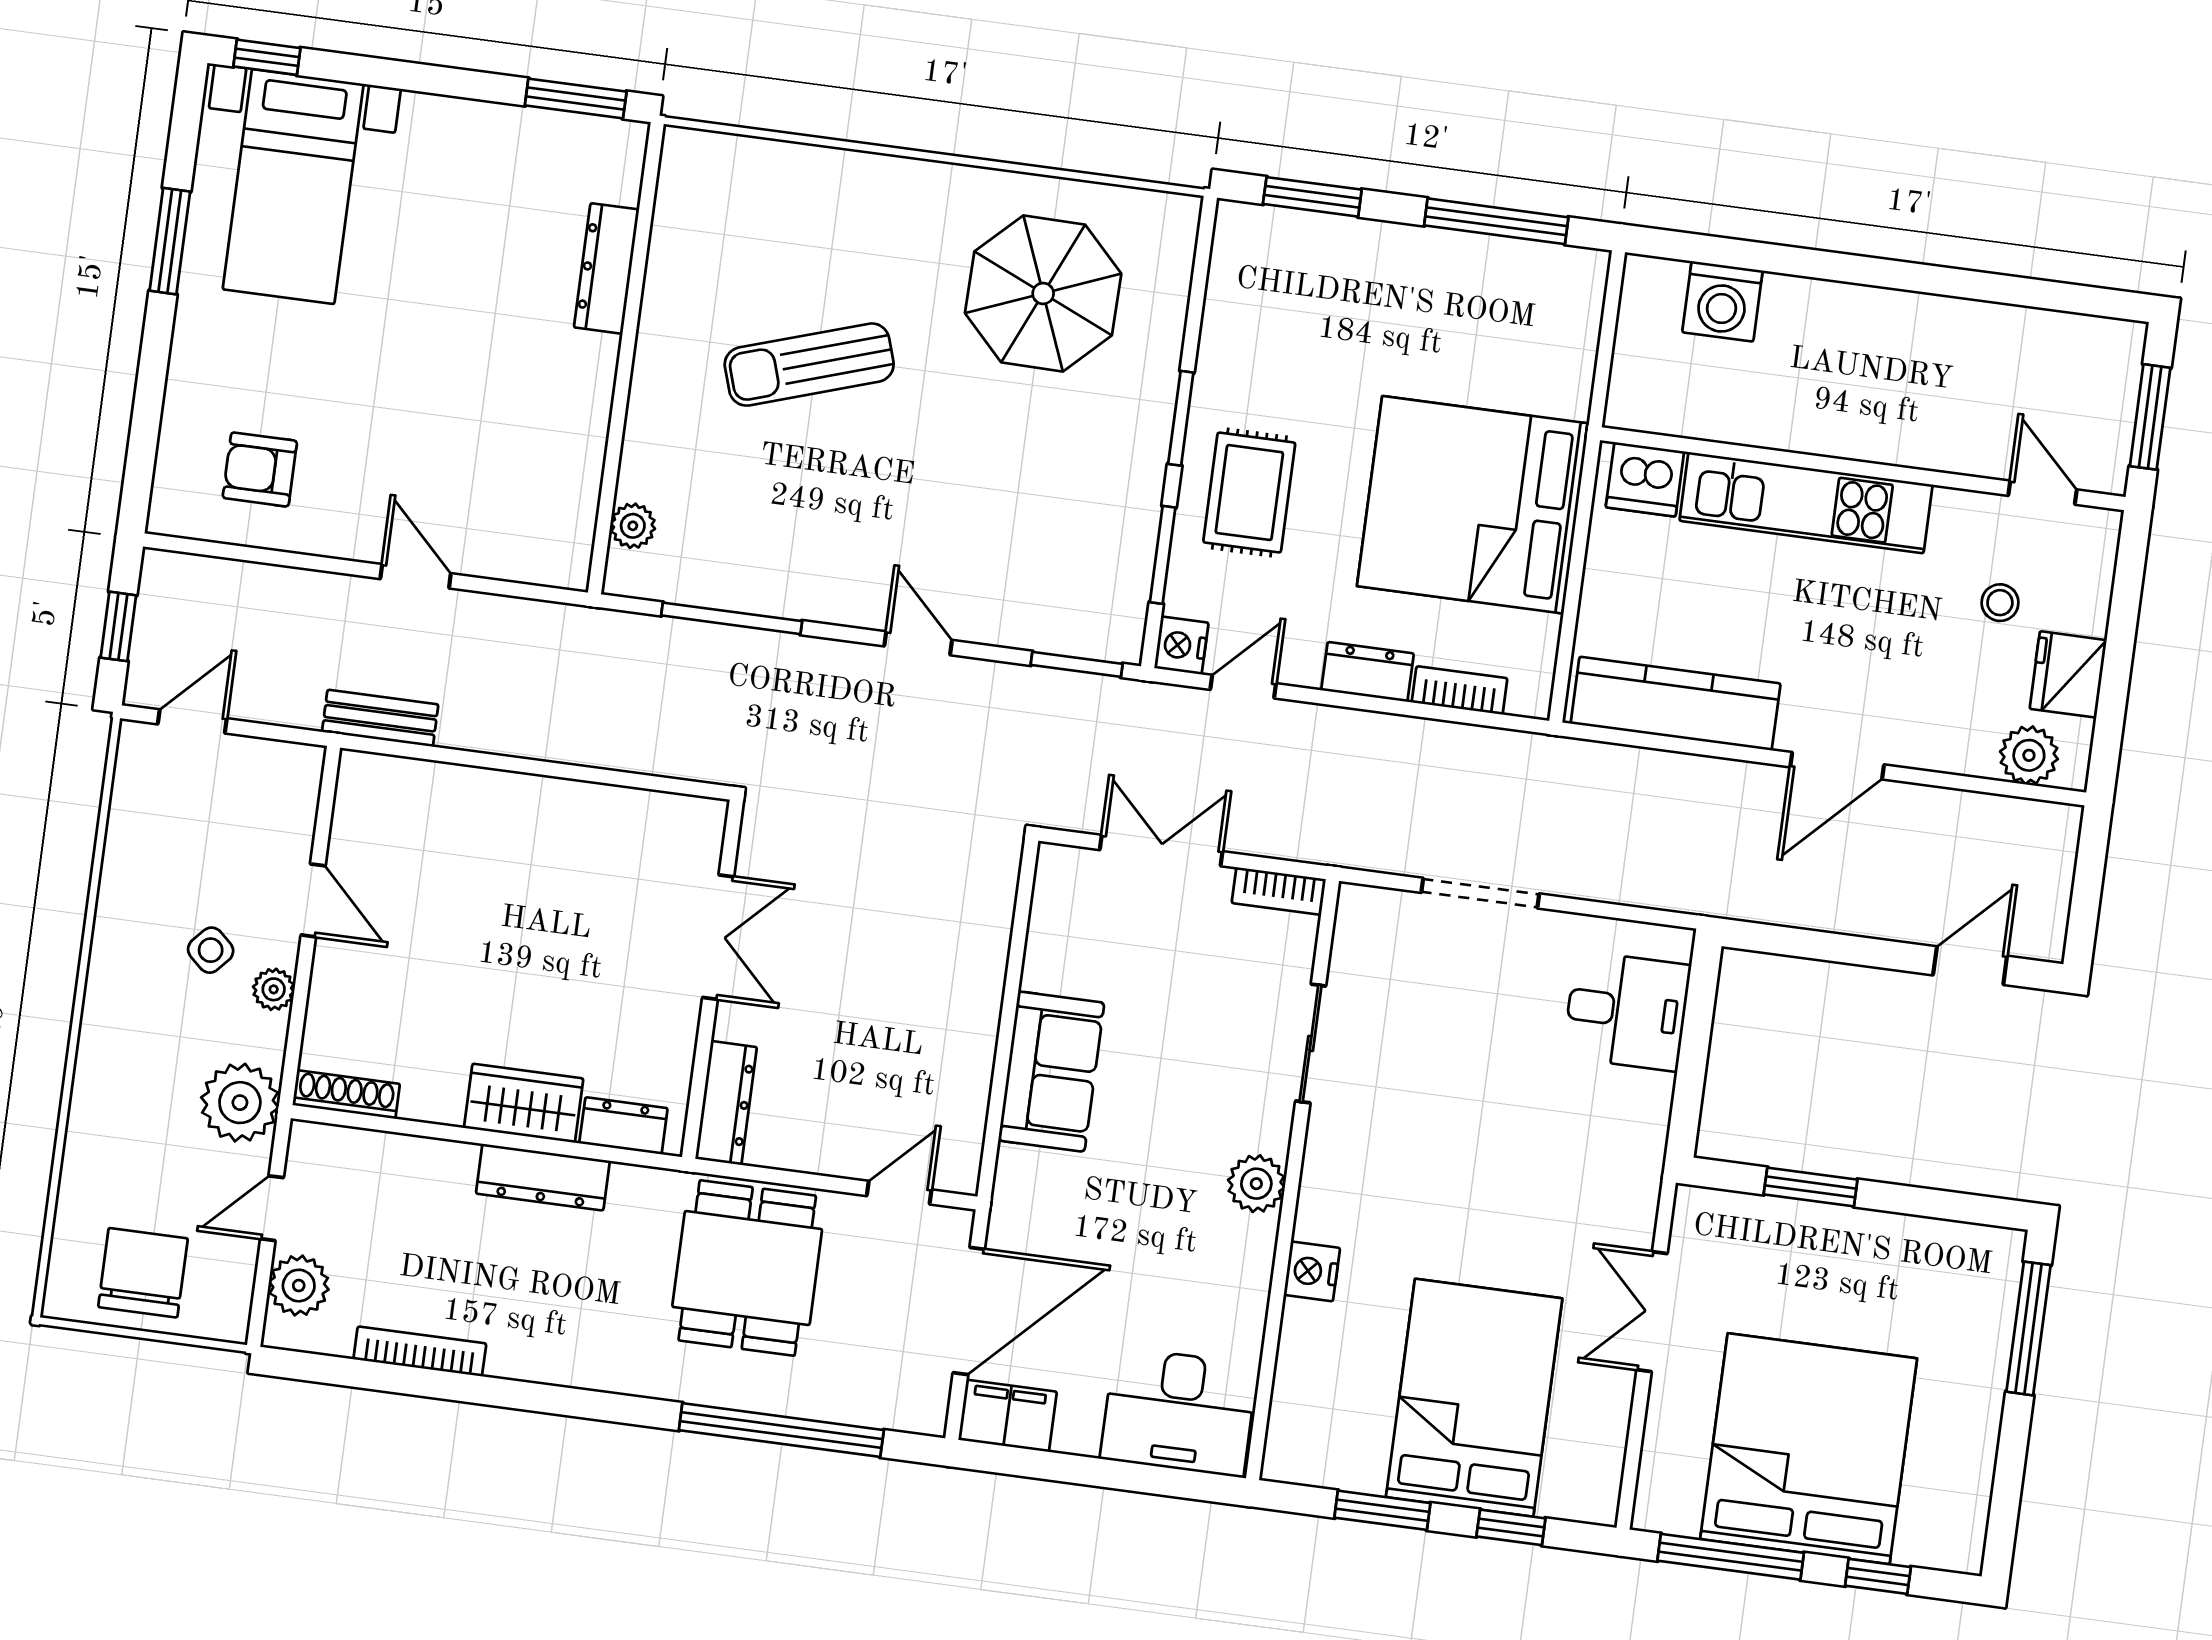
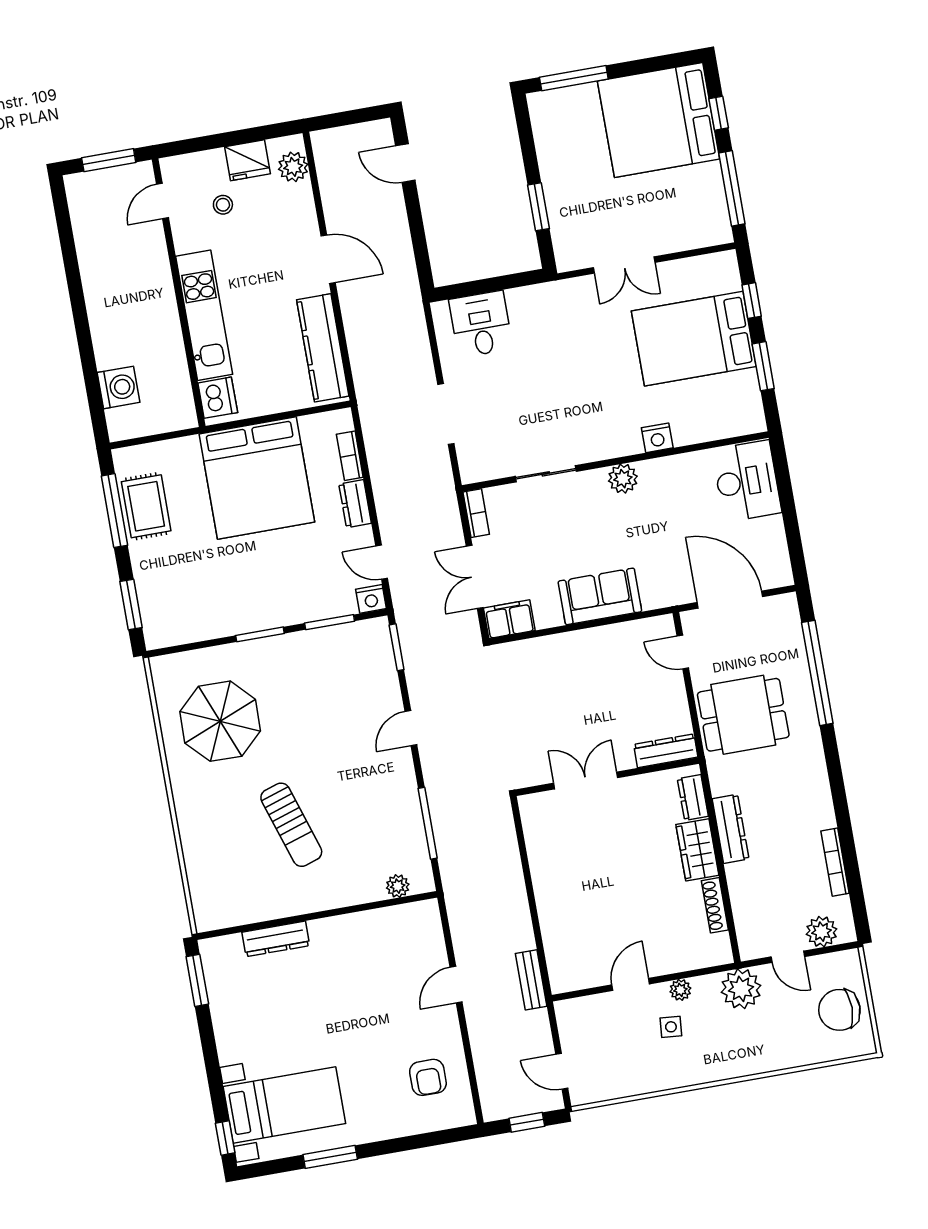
rug: (1249, 493) -> (146, 506), moved, turned 90
side table: (211, 950) -> (671, 1027), turned -37
shoe rack: (346, 1095) -> (715, 905), moved
filing cabinet: (1008, 1416) -> (509, 619), moved, turned 90
bed: (1809, 1449) -> (659, 120), moved

